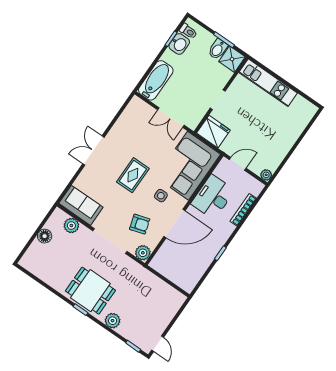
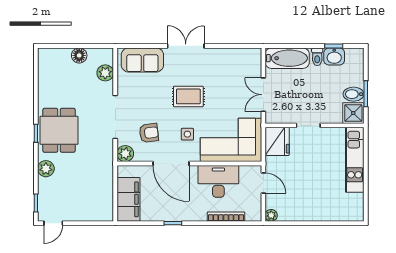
toilet: (188, 31) -> (317, 57), moved
sofa: (81, 205) -> (142, 60), moved, turned 90
armchair: (140, 224) -> (149, 133), turned -80
filing cabinet: (179, 274) -> (128, 199), added

